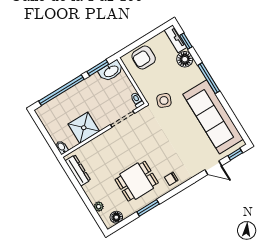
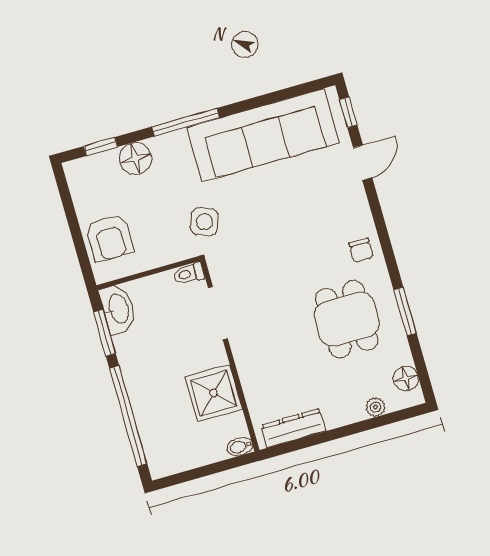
tv unit: (175, 39) -> (90, 166), removed

